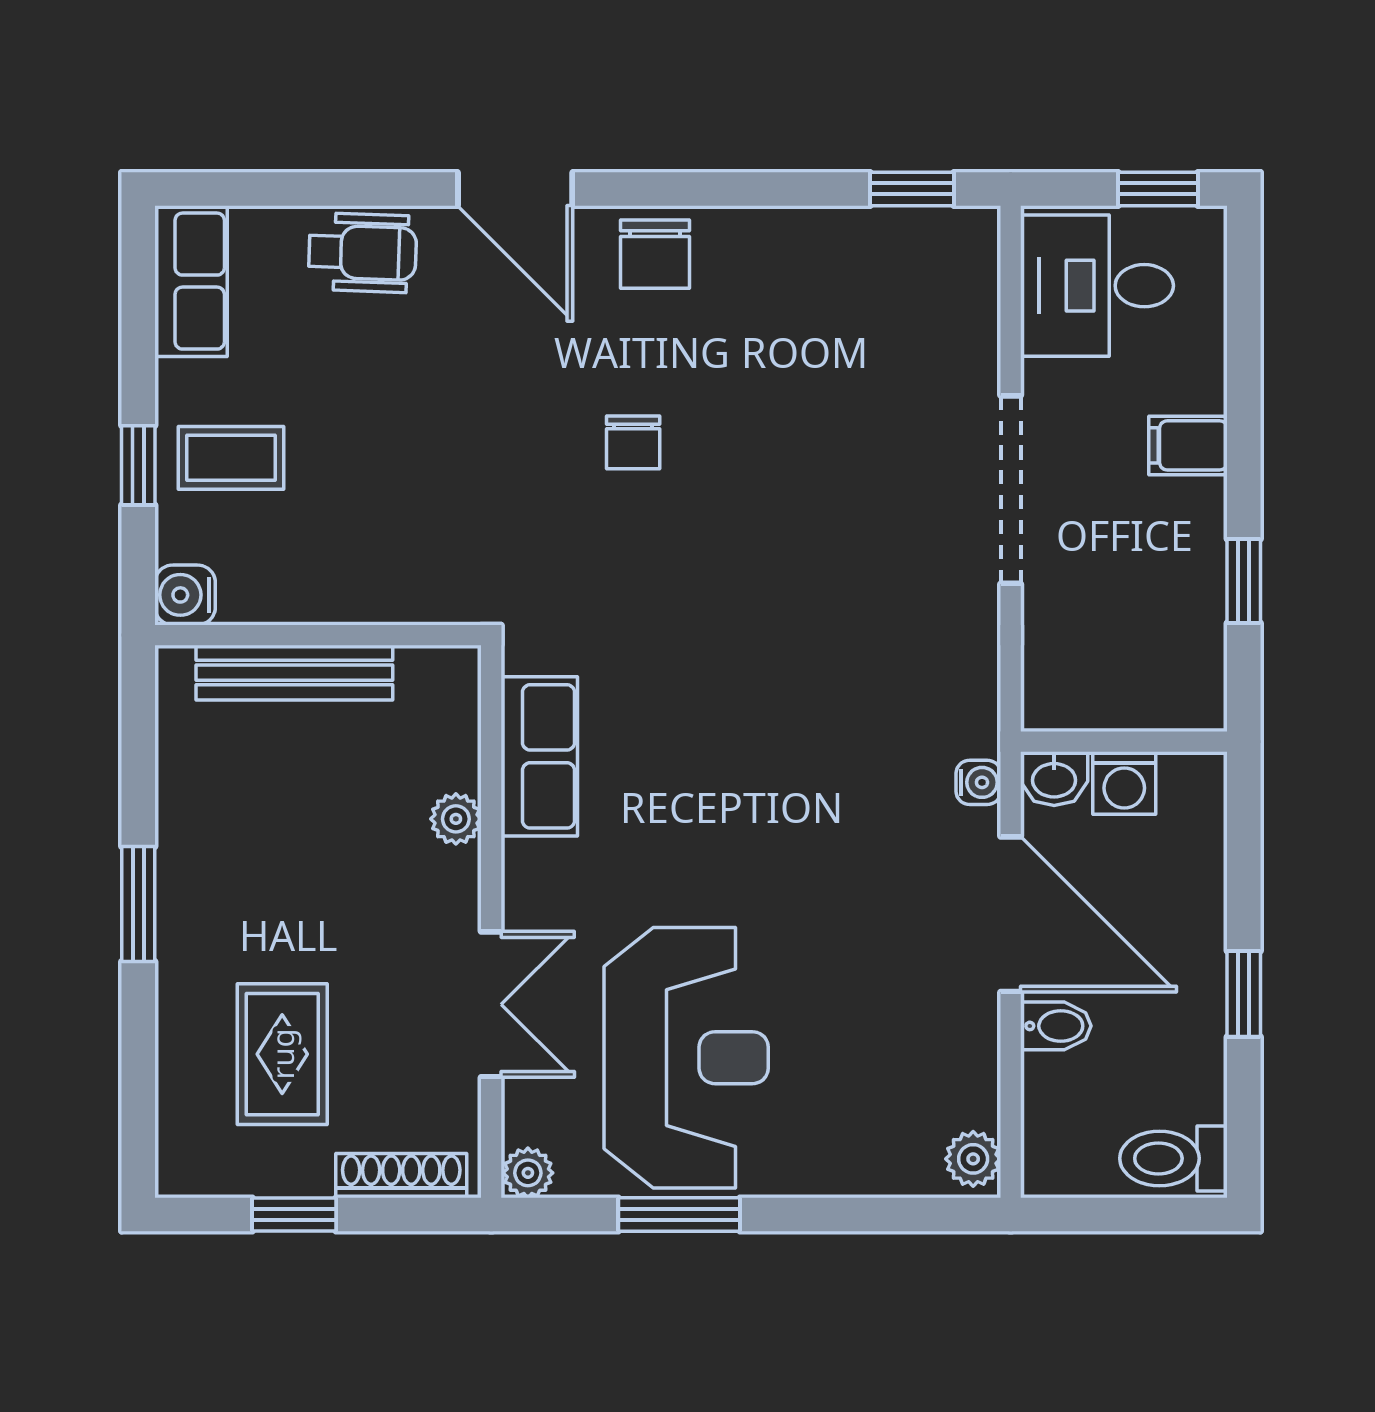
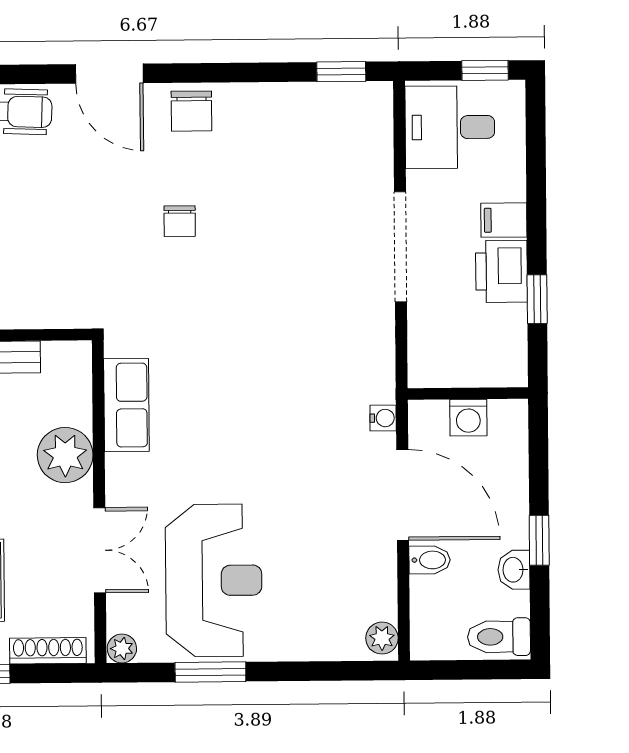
printer: (1183, 533) -> (502, 271), added
washbasin: (1054, 779) -> (514, 570), moved, turned 90
plant: (456, 819) -> (65, 455), width x1.87, depth x1.87

